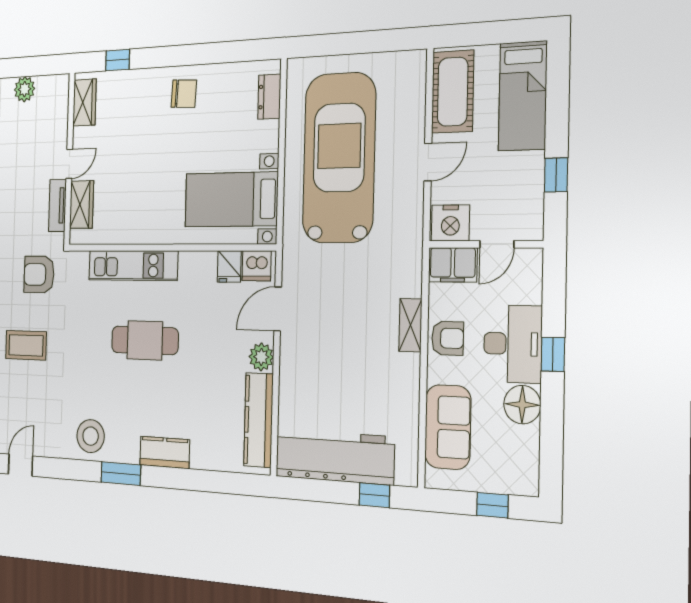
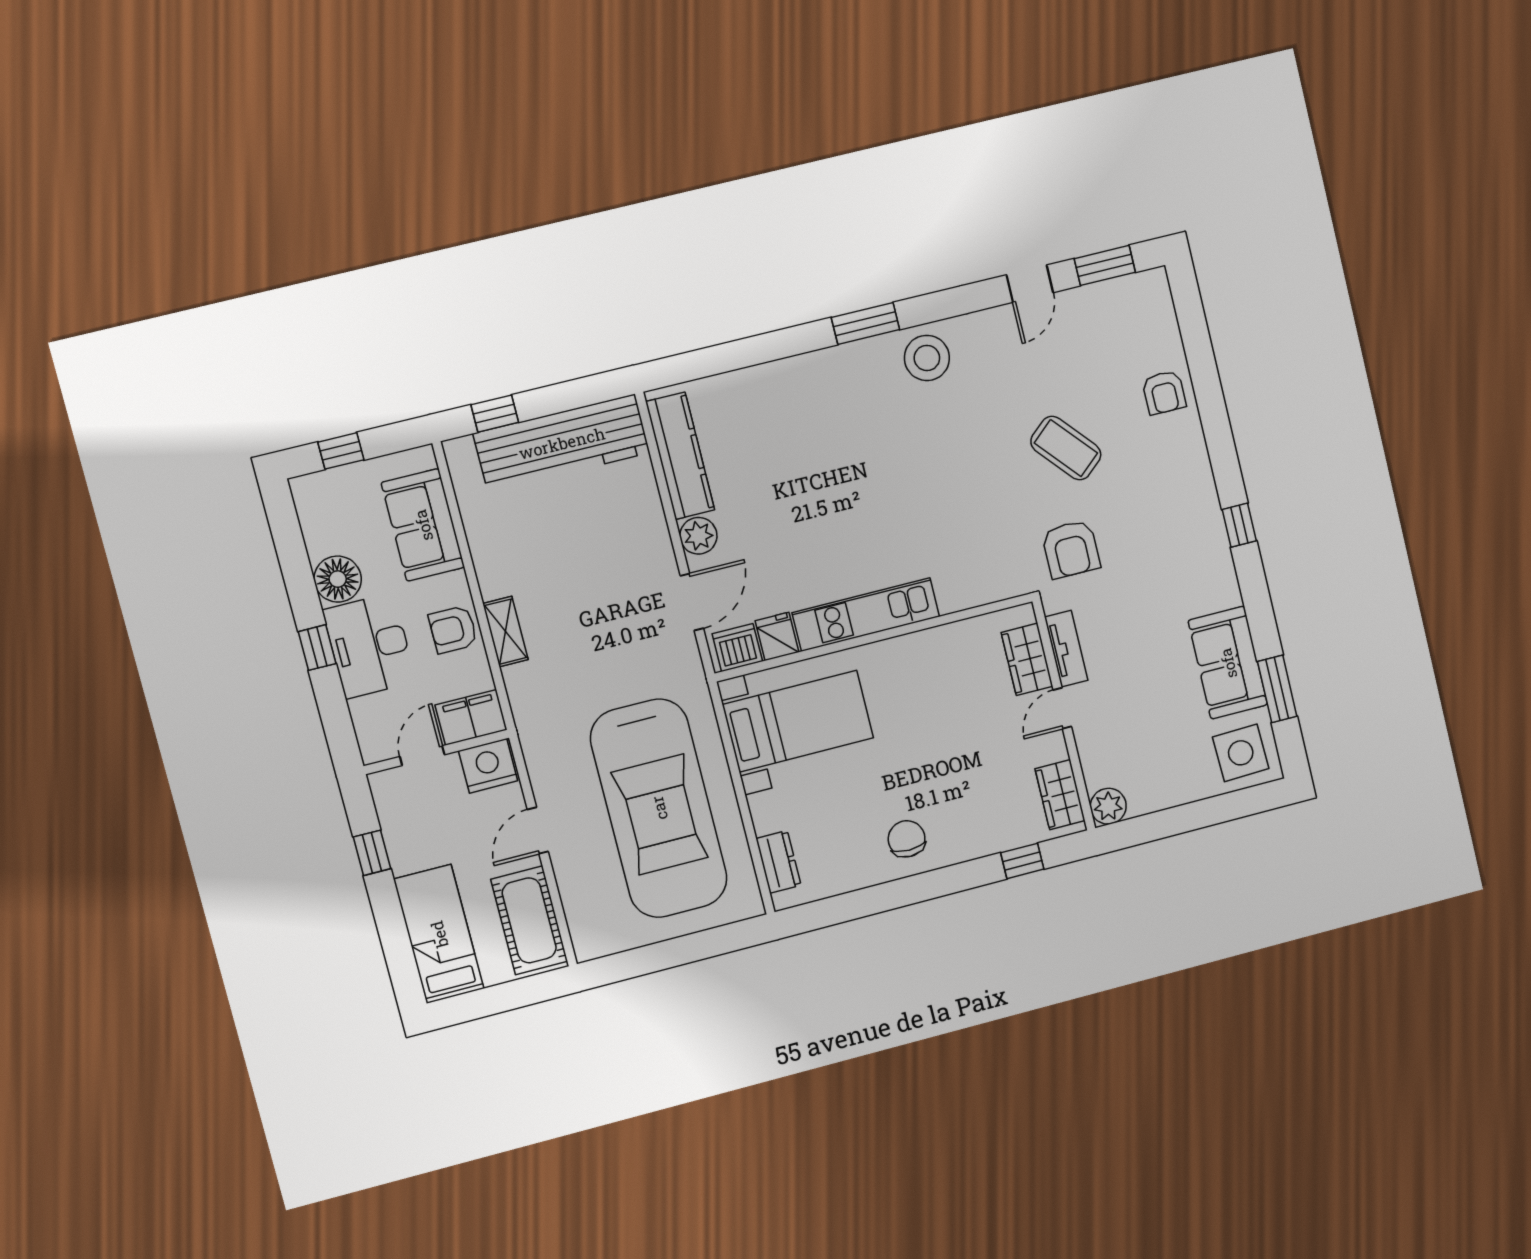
plant: (25, 89) -> (1108, 806), moved
chair: (184, 94) -> (907, 839), turned 87
kitchen unit: (133, 265) -> (866, 615), moved
armchair: (39, 274) -> (1071, 549), turned 90
cafe table: (145, 340) -> (877, 508), removed
coffee table: (26, 345) -> (1066, 448), turned 49
kitchen counter: (165, 452) -> (806, 372), removed

